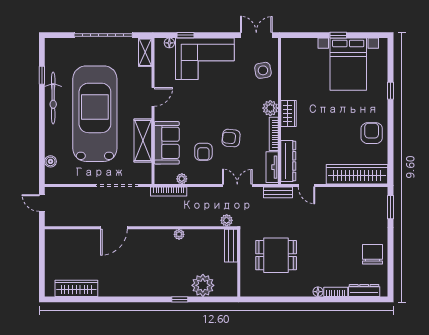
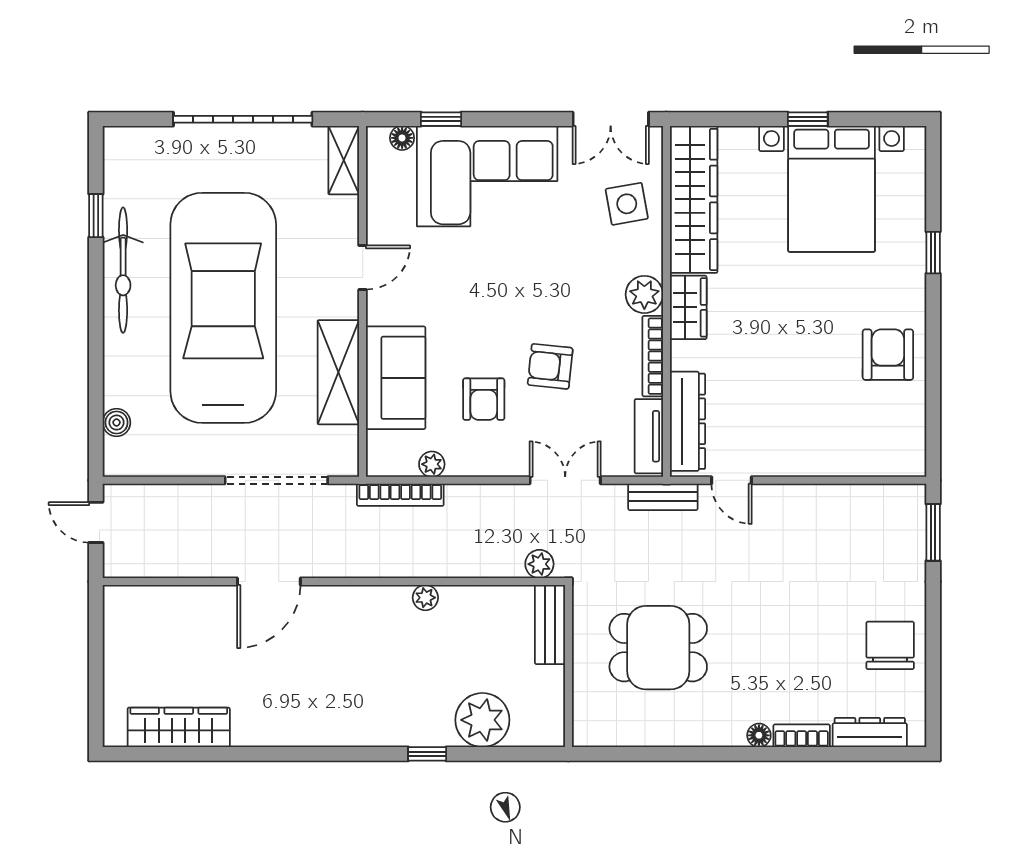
double door: (256, 35) -> (611, 119), swing flipped
wardrobe: (357, 174) -> (694, 199), moved, turned 90

